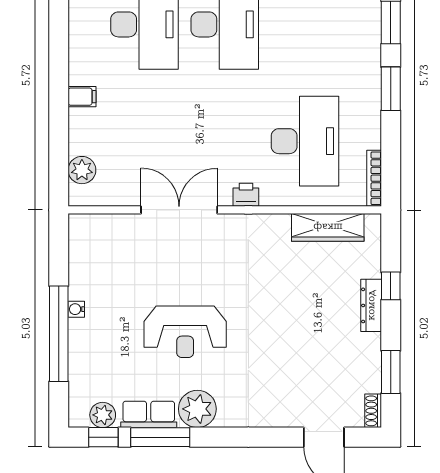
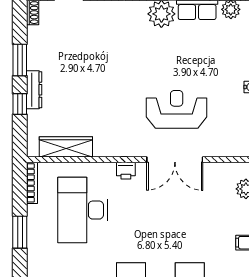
window: (391, 89) -> (20, 232), moved
reception desk: (185, 332) -> (177, 109), moved
window: (391, 372) -> (20, 60), moved

